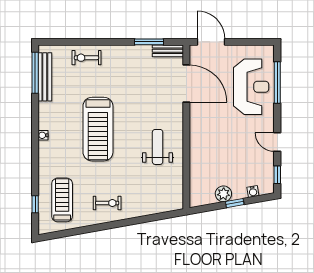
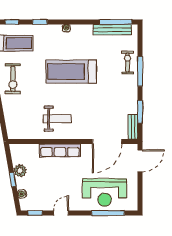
window: (98, 42) -> (140, 71), added
row of seats: (198, 143) -> (60, 150), added
window: (35, 169) -> (40, 22), added
exercise bike: (107, 203) -> (13, 79), width x1.38, depth x1.39

